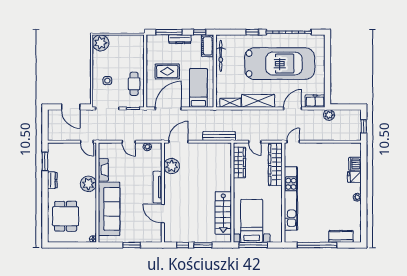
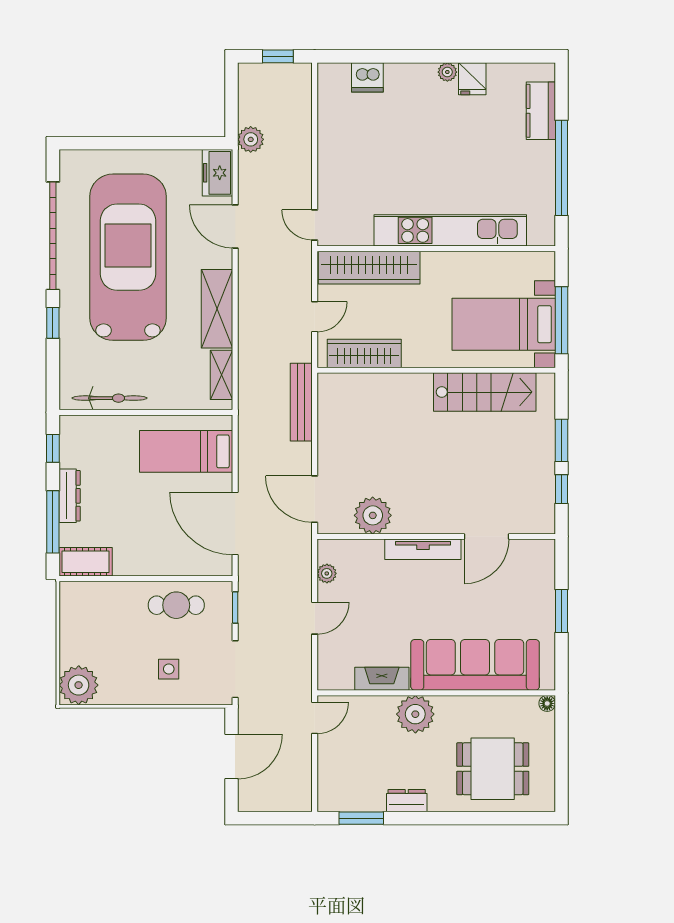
cot: (208, 46) -> (86, 562), moved
rug: (167, 71) -> (147, 526), removed
fridge: (354, 177) -> (472, 79), moved

